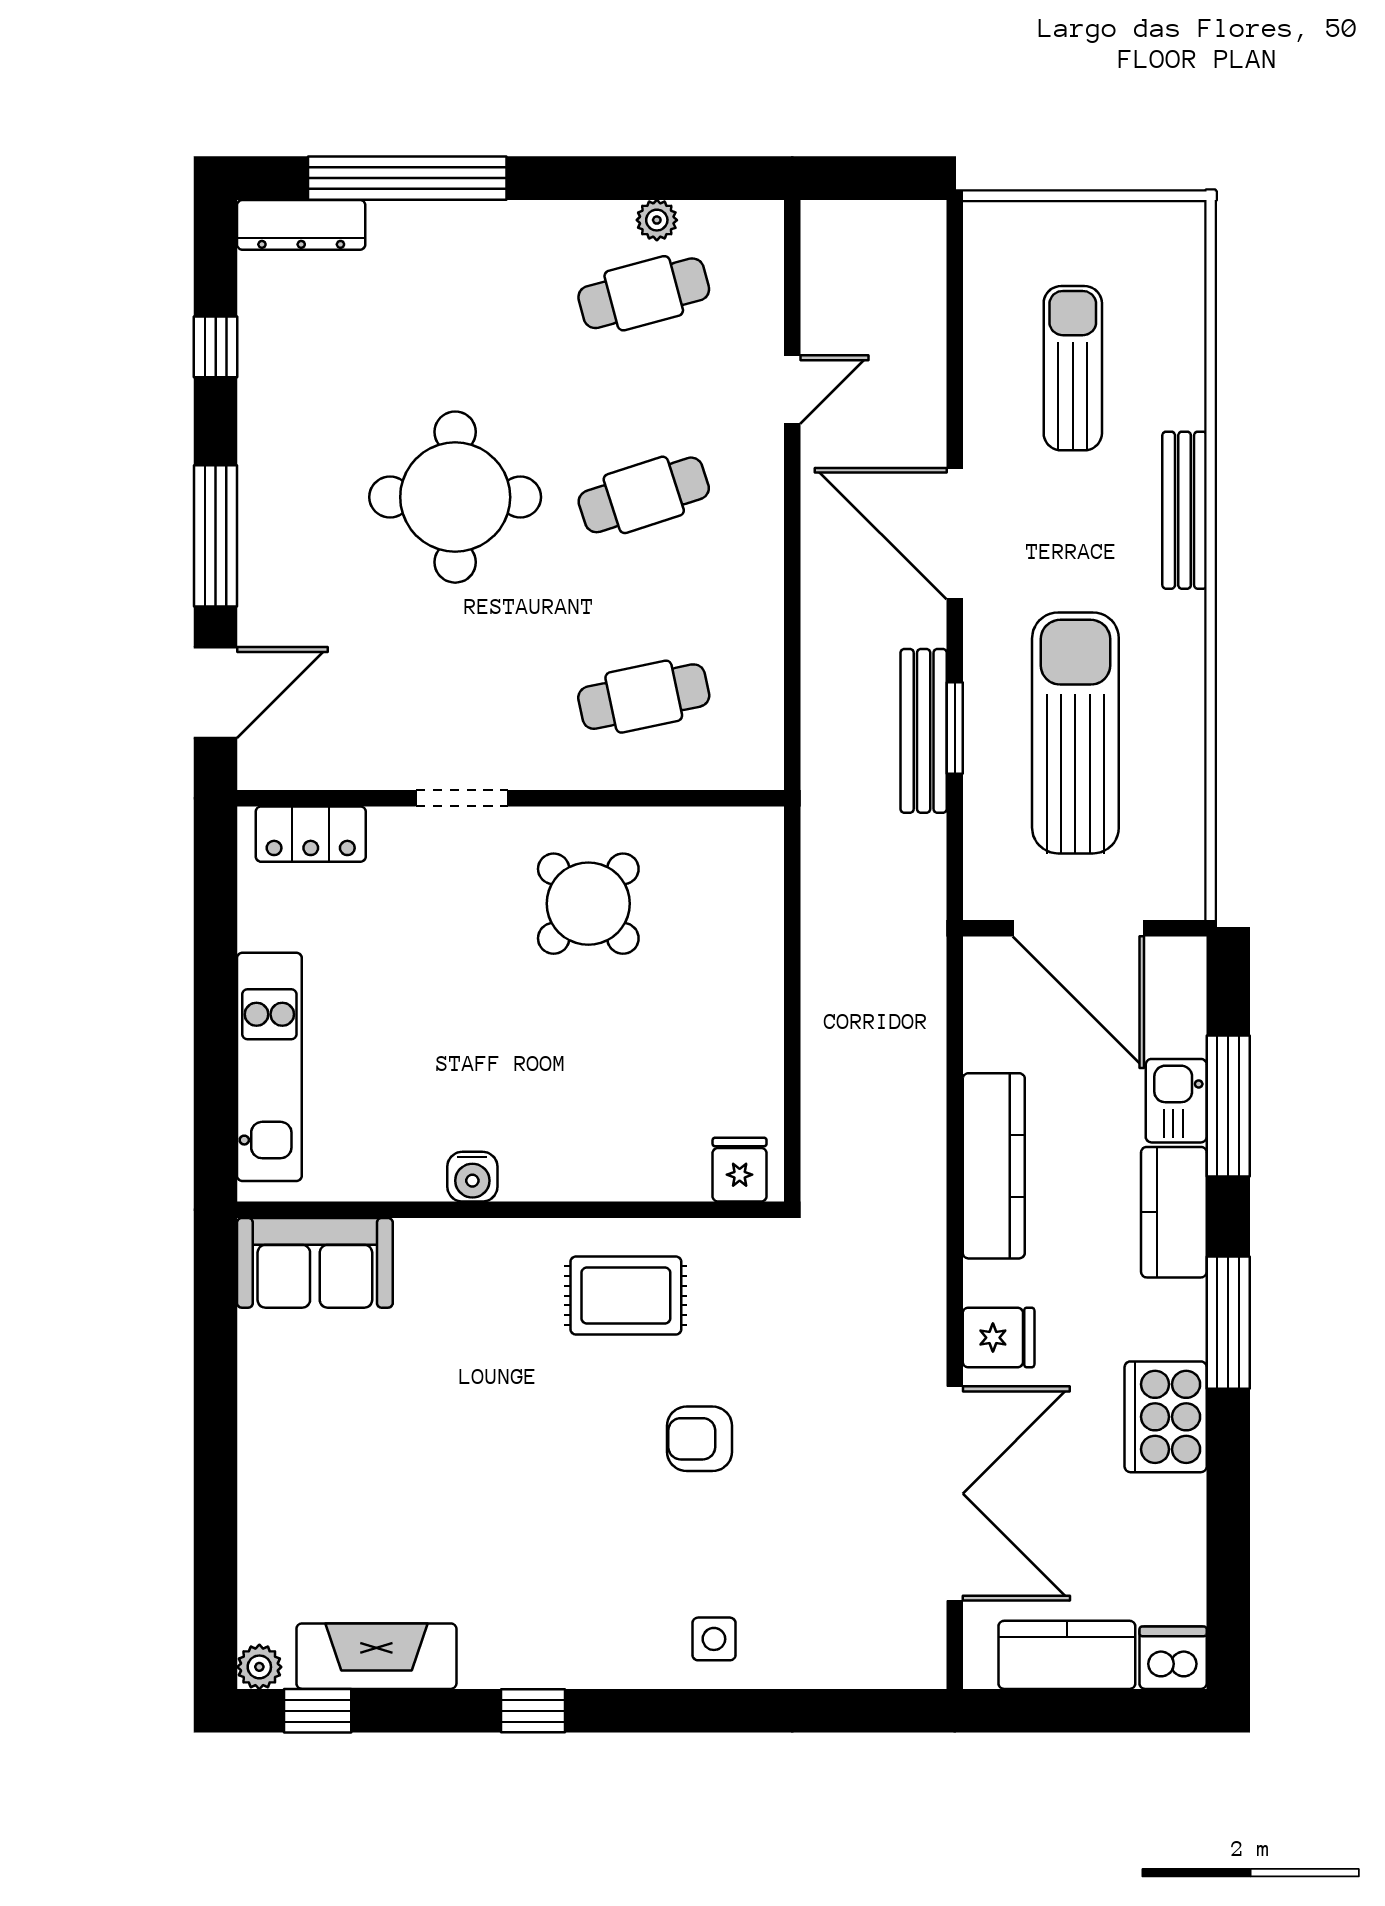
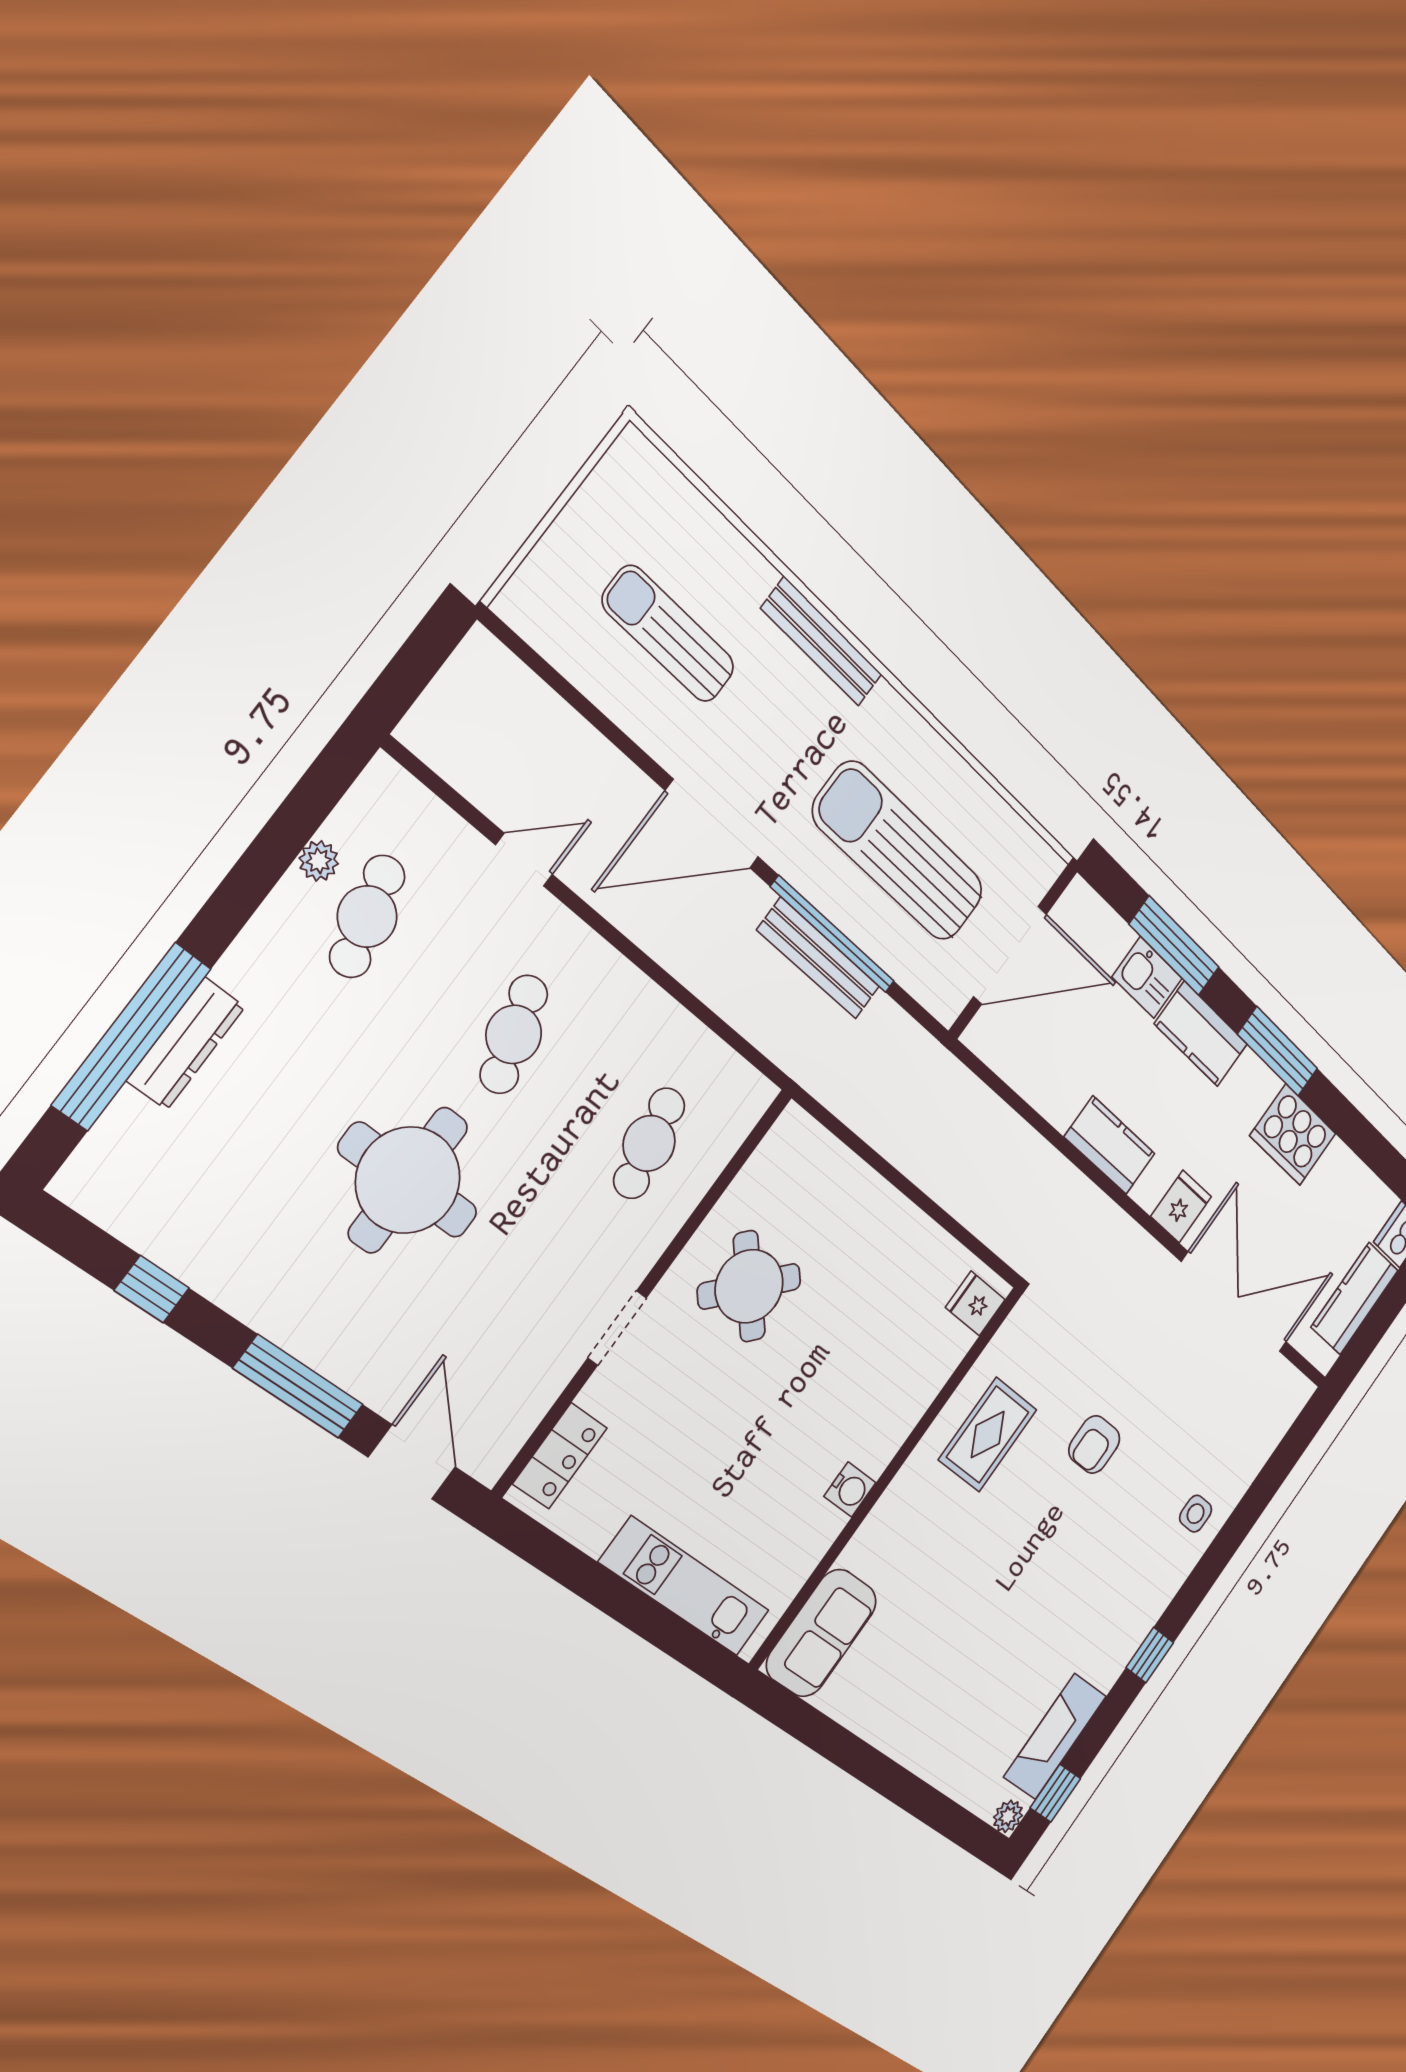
dresser: (301, 225) -> (186, 1044), moved
door: (792, 389) -> (524, 860), hinge flipped
window: (955, 728) -> (833, 935), width x2.11
kitchen counter: (994, 1166) -> (1110, 1145), width x0.67

